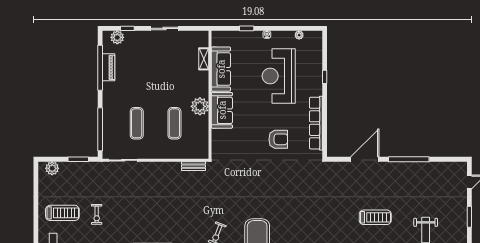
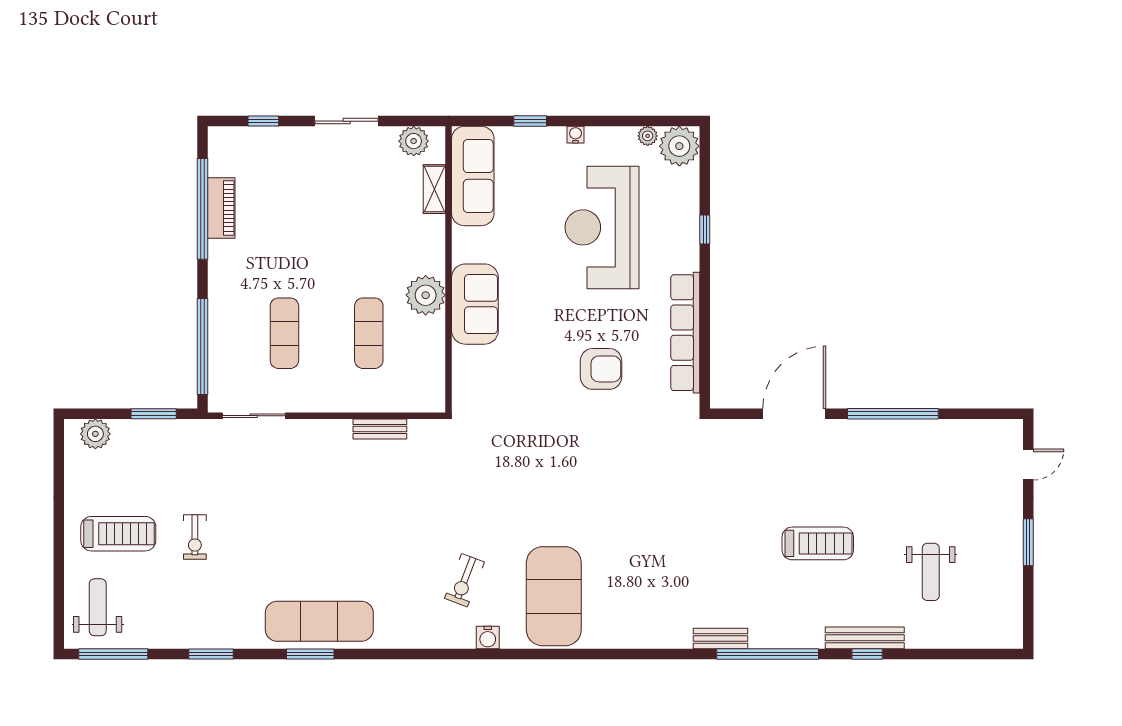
plant: (117, 37) -> (414, 141), moved
plant: (313, 40) -> (679, 146), added
sofa: (221, 69) -> (473, 176), moved
bench: (193, 166) -> (380, 429), moved

